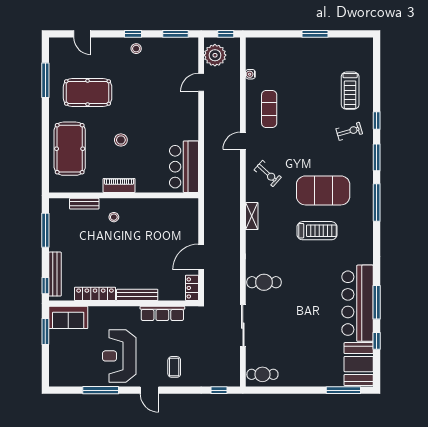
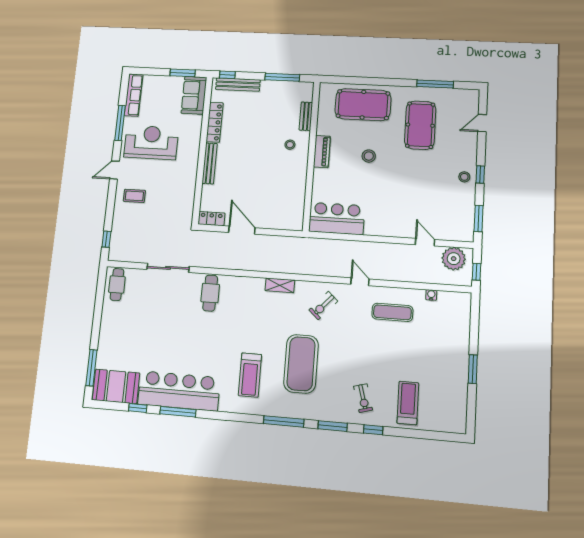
treadmill: (350, 91) -> (408, 403), turned 90
treadmill: (317, 231) -> (250, 375), moved
row of seats: (162, 313) -> (134, 95), moved, turned 180

